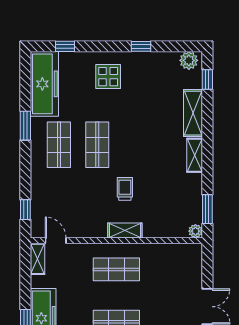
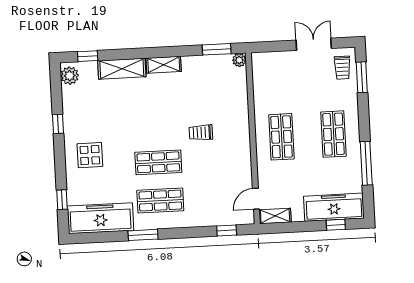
shelving: (125, 231) -> (242, 130), removed

